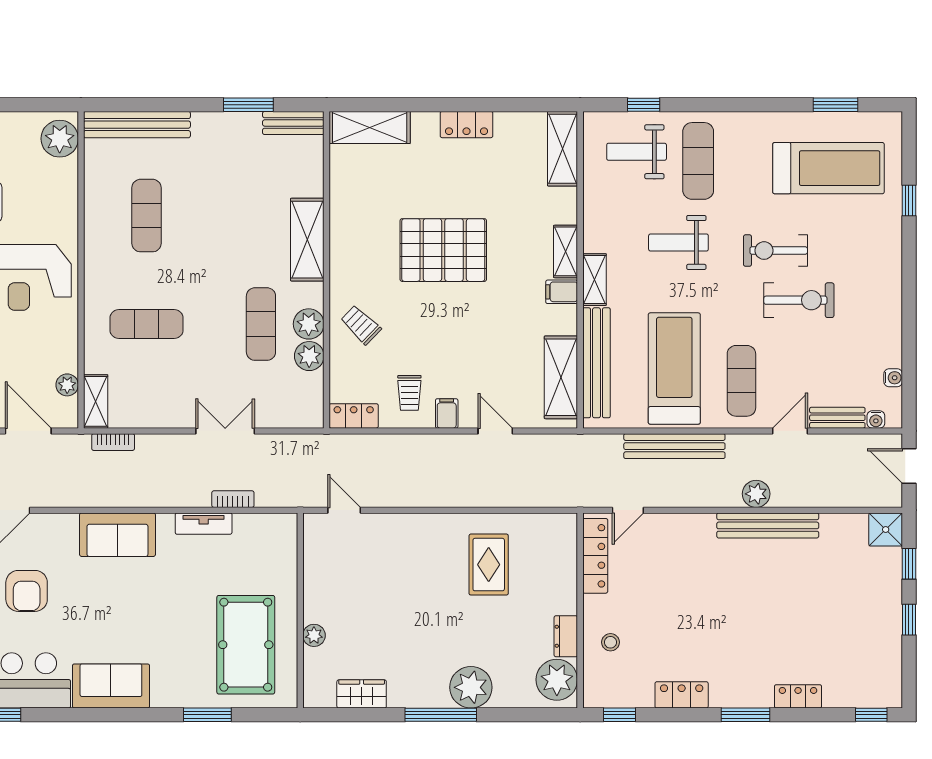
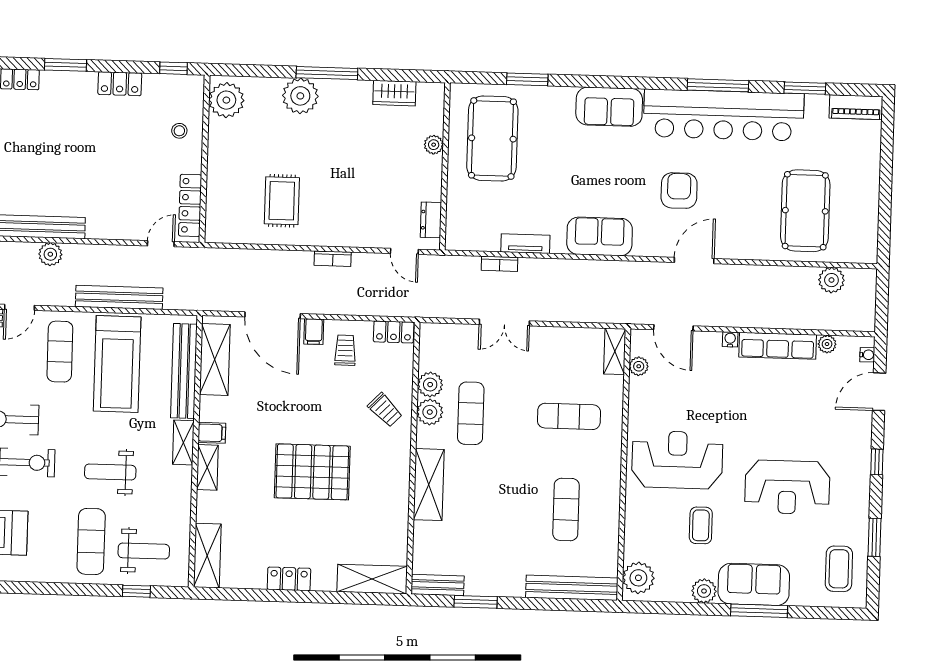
weight bench: (678, 242) -> (110, 472), turned 180
door: (495, 431) -> (273, 315), width x1.88
bookcase: (113, 442) -> (333, 259), moved, turned 180
dresser: (566, 636) -> (431, 220), moved, turned 180

